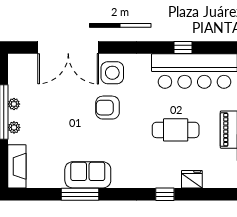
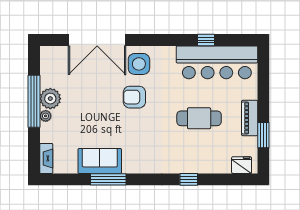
plant: (14, 104) -> (50, 99), width x1.88, depth x1.88
fireplace: (17, 166) -> (46, 158), width x0.73, depth x0.76
sofa: (88, 175) -> (100, 161), moved
fridge: (192, 179) -> (242, 165), moved

